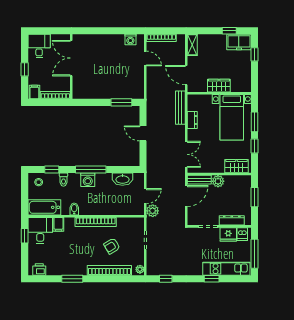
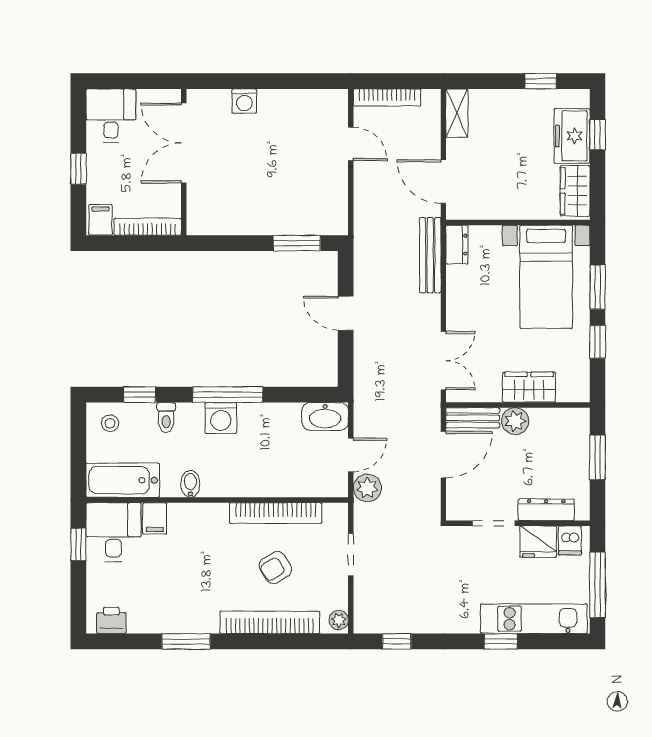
washing machine: (130, 39) -> (244, 101), moved
freezer: (239, 42) -> (572, 136), moved, turned 90
wardrobe: (219, 86) -> (575, 191), moved, turned -90
dresser: (192, 120) -> (457, 245), moved
wardrobe: (236, 166) -> (529, 387), moved
washbasin: (122, 179) -> (325, 417), moved
bookcase: (96, 222) -> (276, 513), moved

